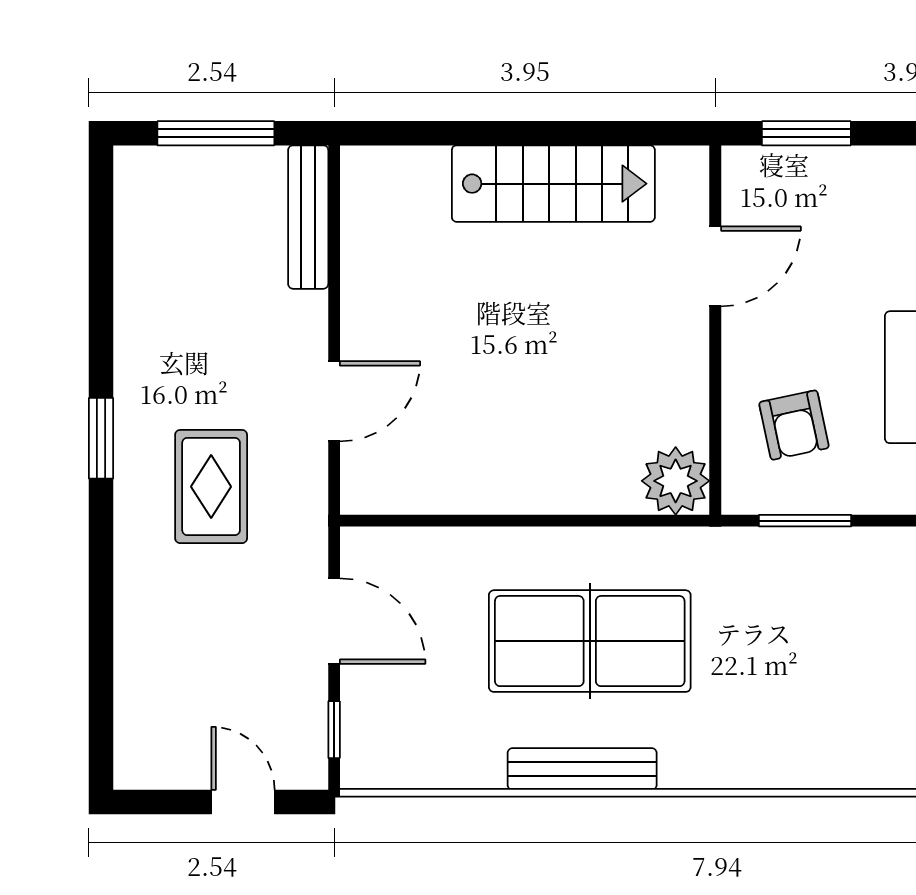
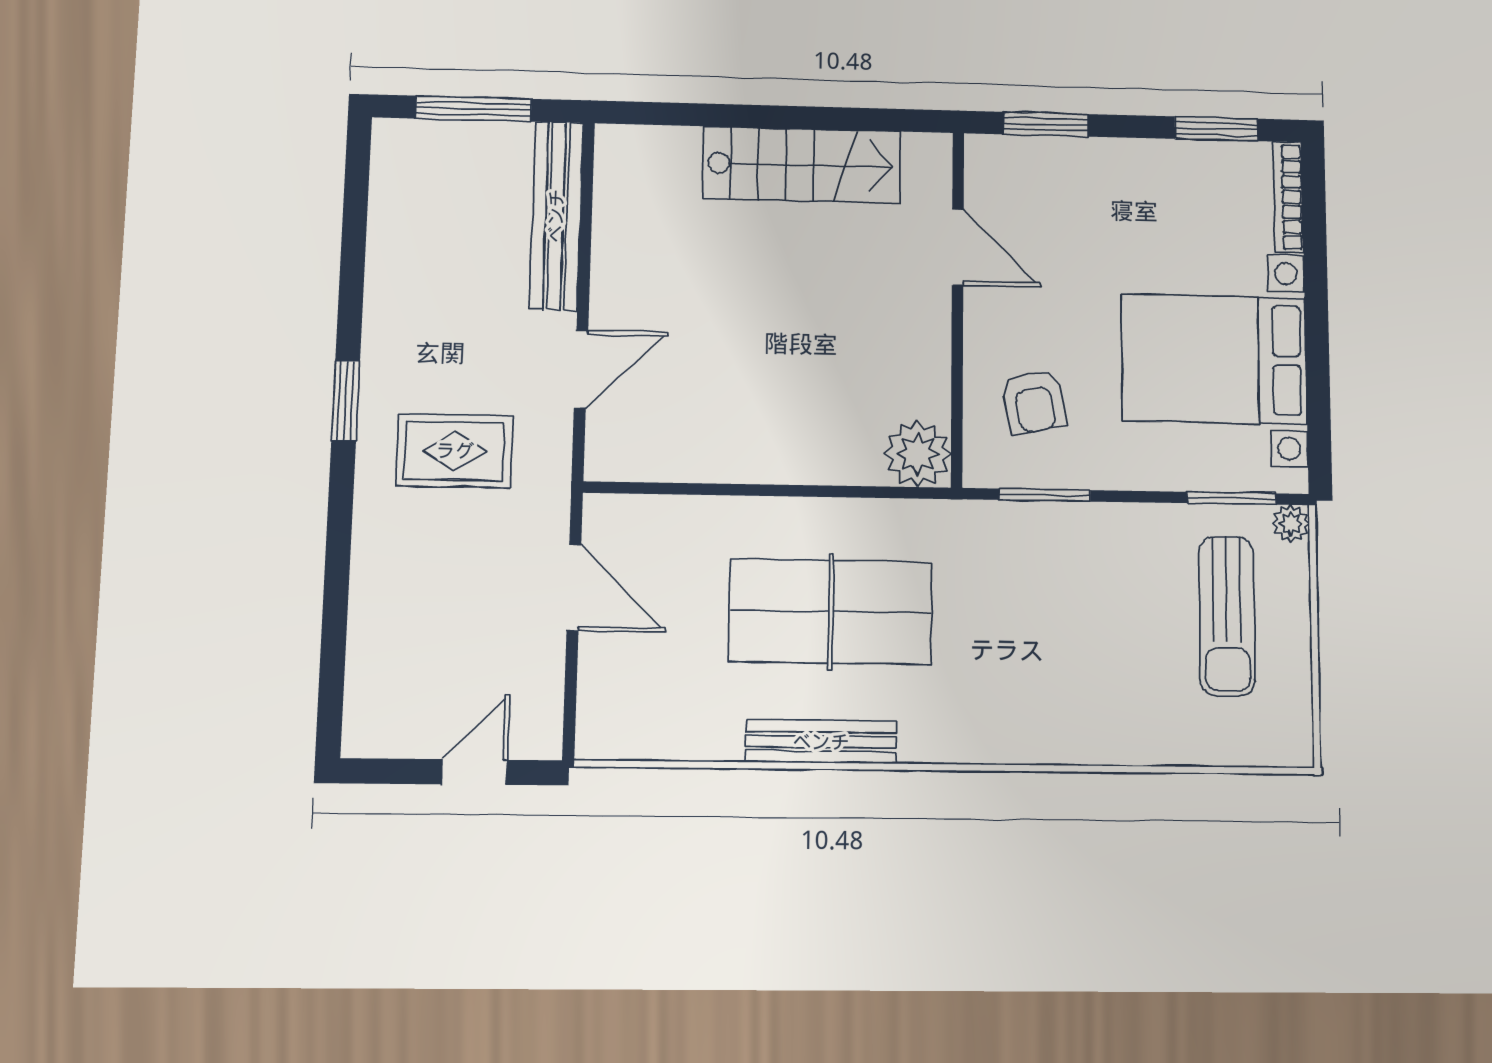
bench: (308, 217) -> (556, 216), width x1.37, depth x1.21
door: (715, 266) -> (958, 247), hinge flipped
rug: (211, 487) -> (455, 451), turned 90
window: (334, 730) -> (570, 698), removed
door: (243, 802) -> (474, 772), hinge flipped

